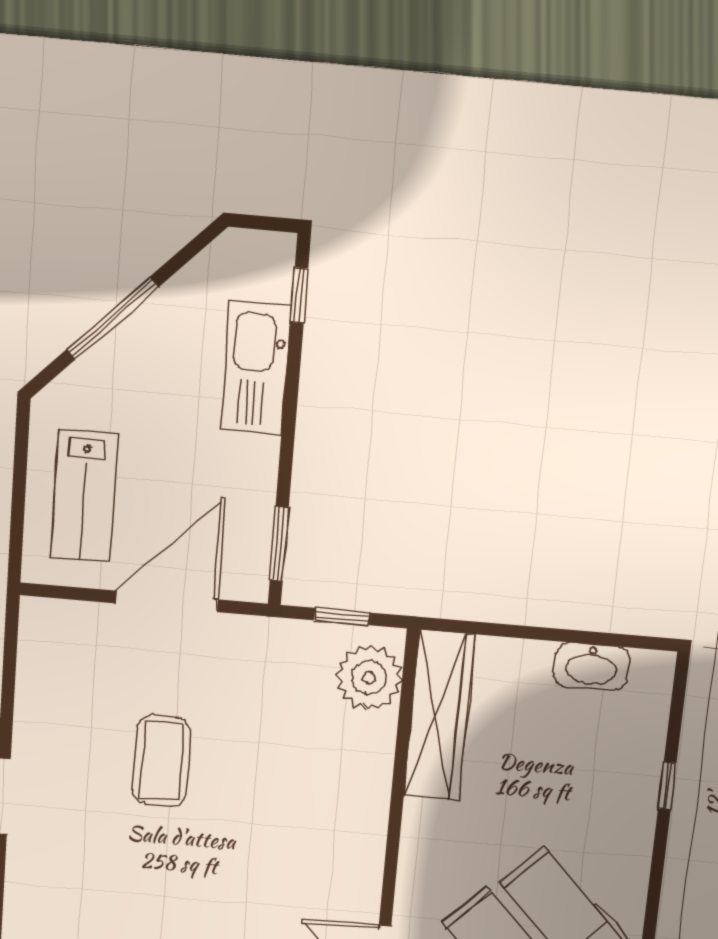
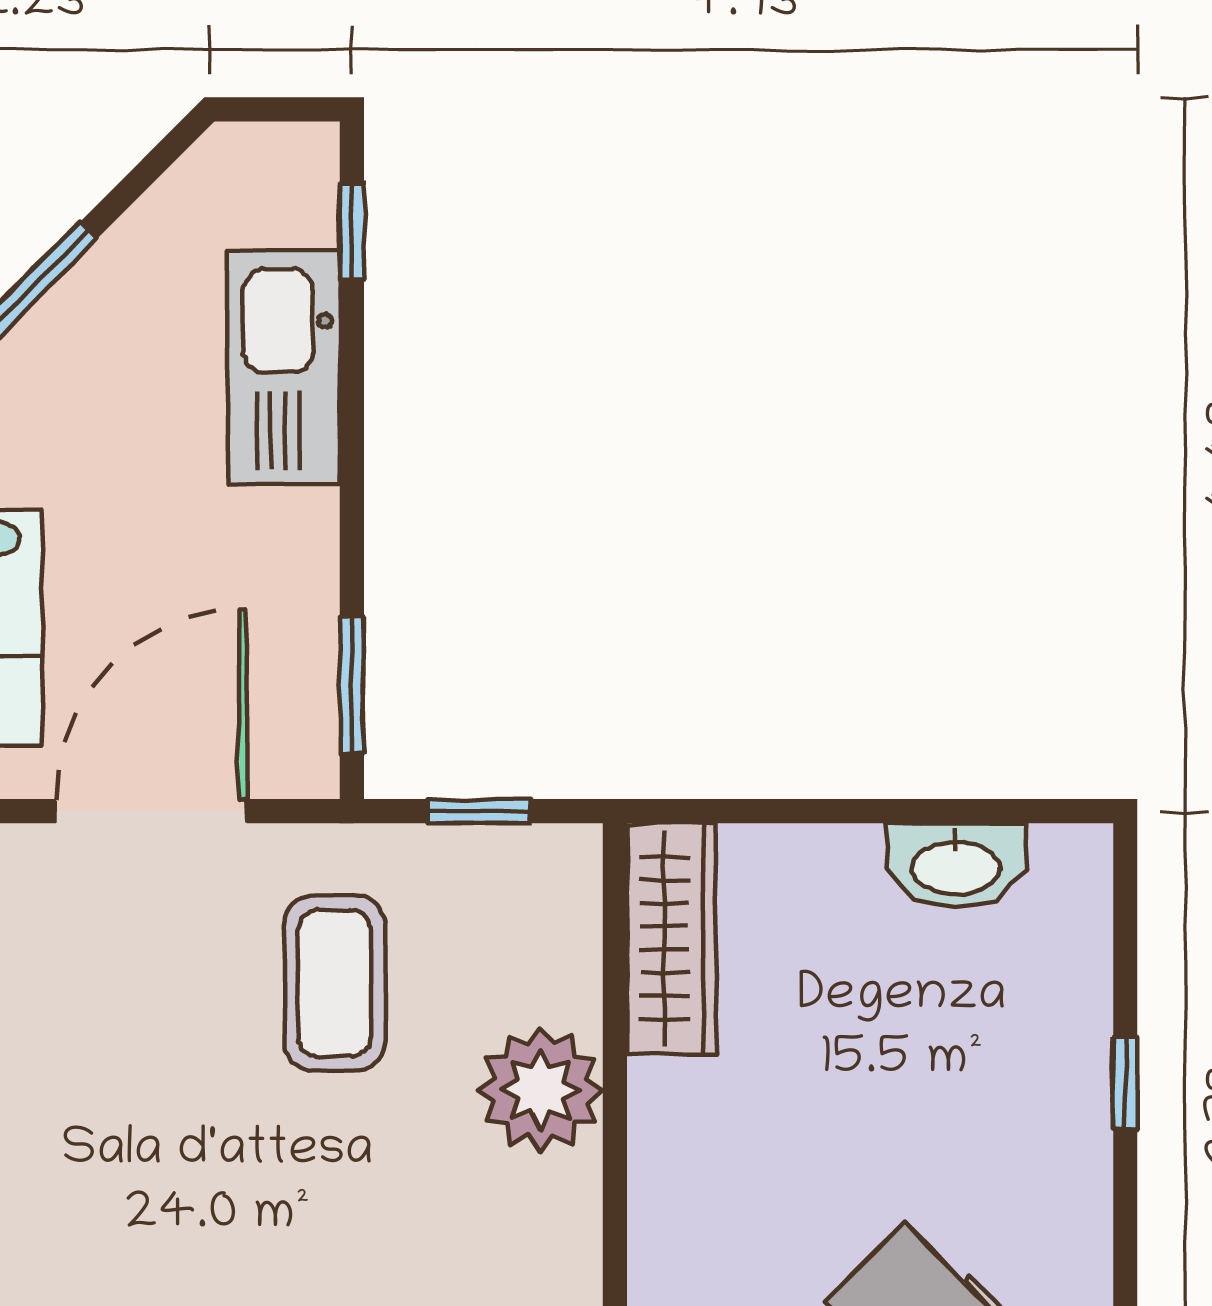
plant: (369, 678) -> (541, 1090), moved
wardrobe: (439, 716) -> (671, 938), width x0.71, depth x0.85
coffee table: (162, 761) -> (334, 983), moved

